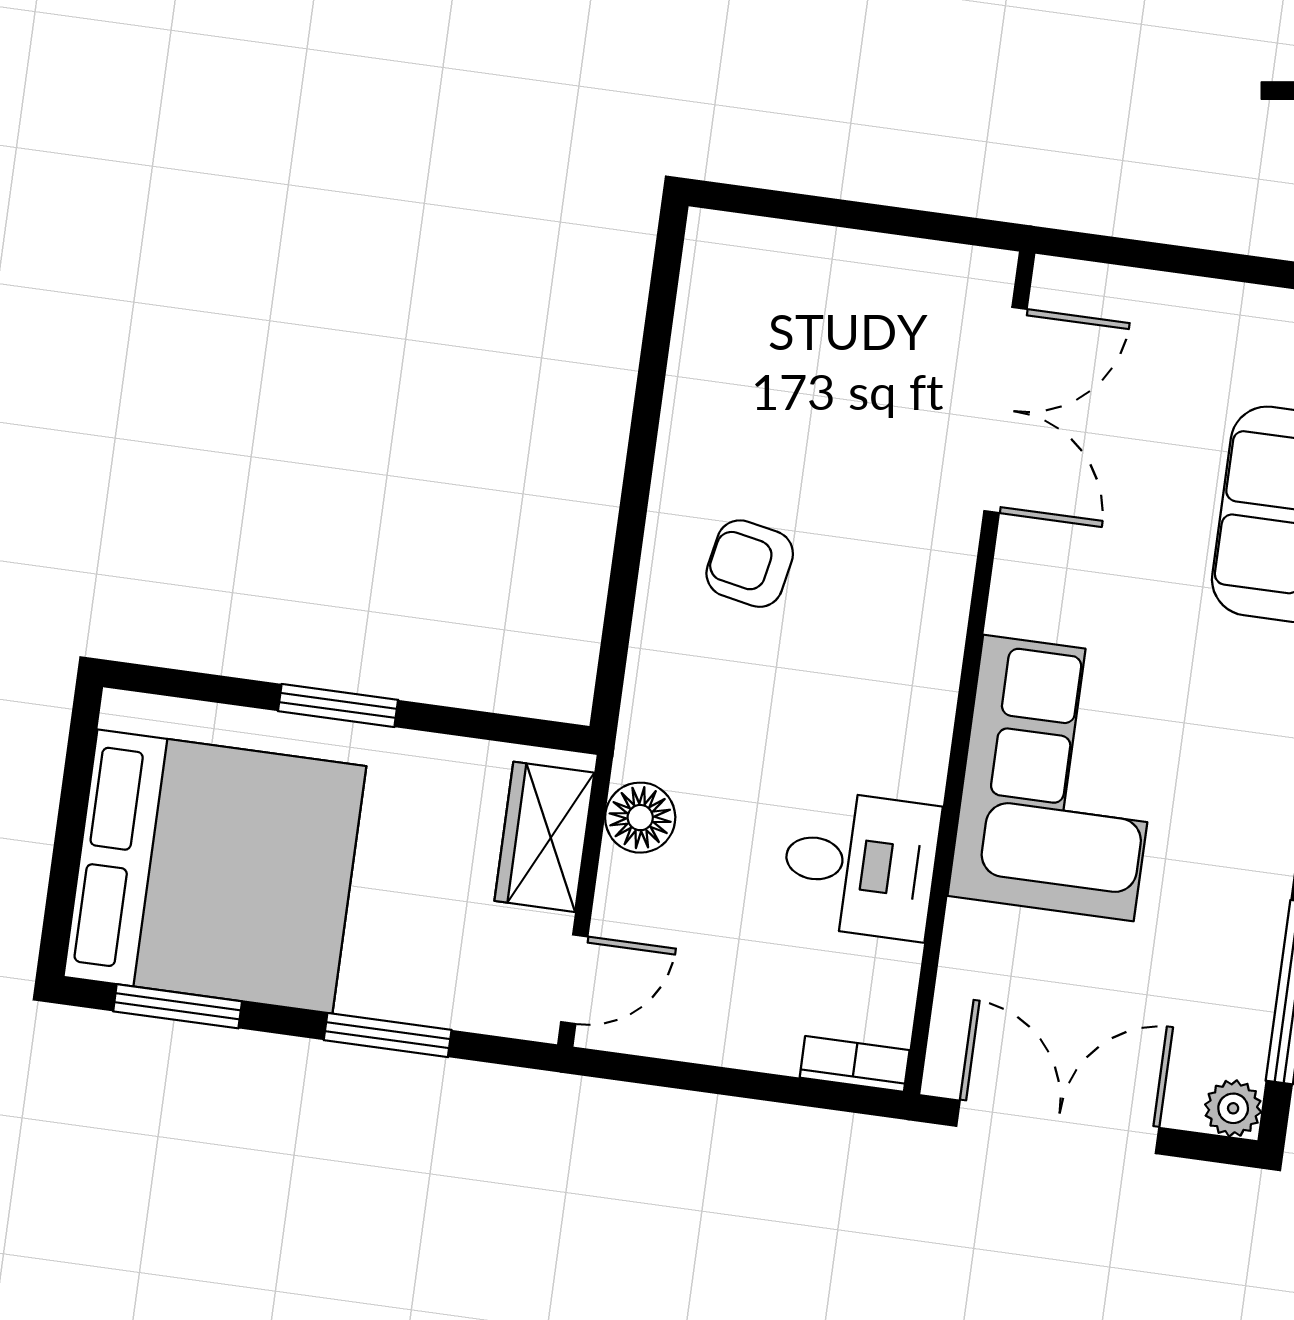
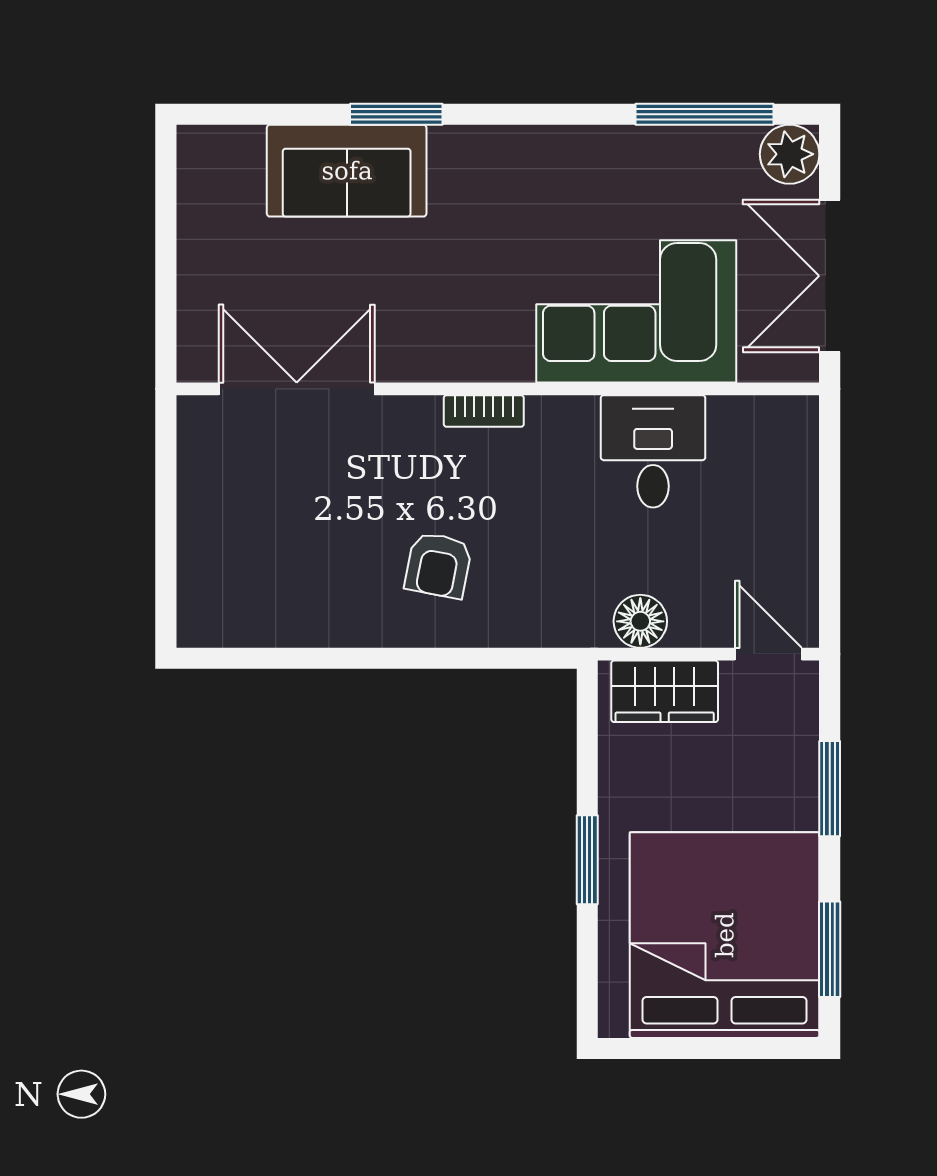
corner sofa: (1058, 778) -> (636, 311), moved
bookcase: (855, 1064) -> (484, 411), moved, turned -90
plant: (1233, 1108) -> (790, 154), width x1.38, depth x1.38

